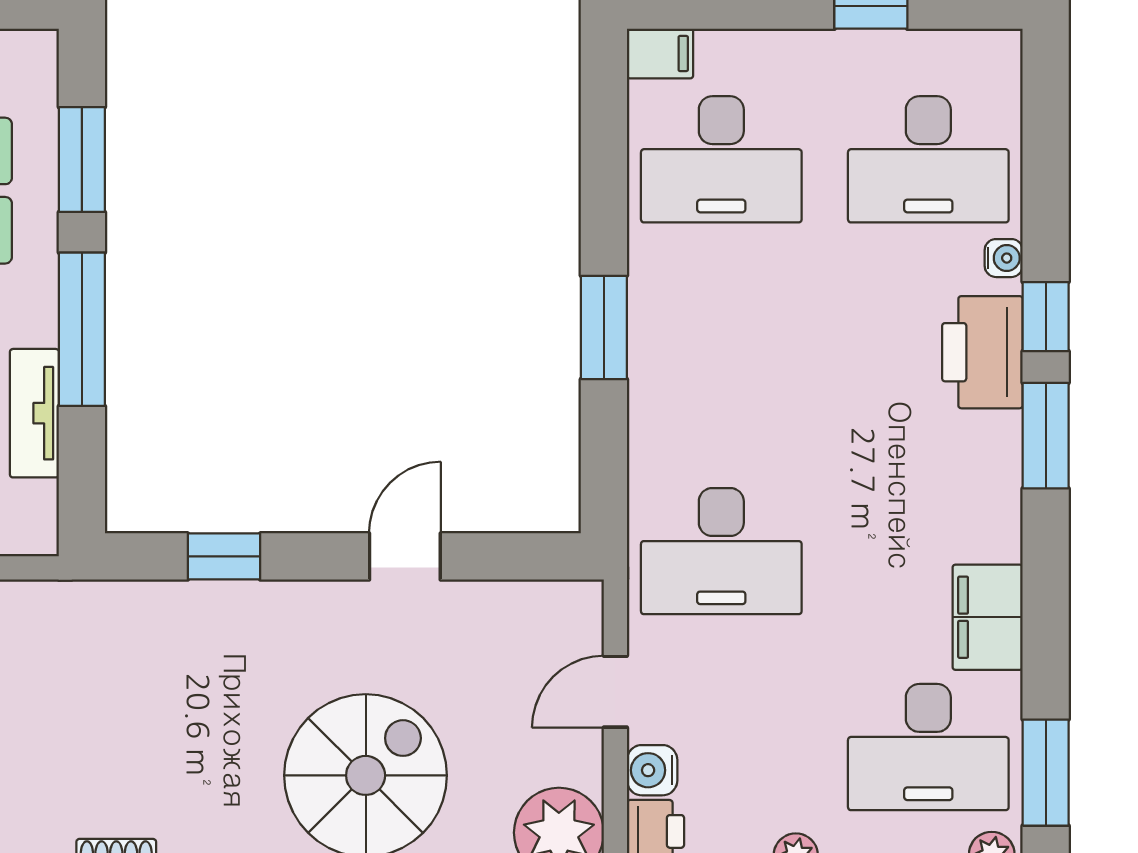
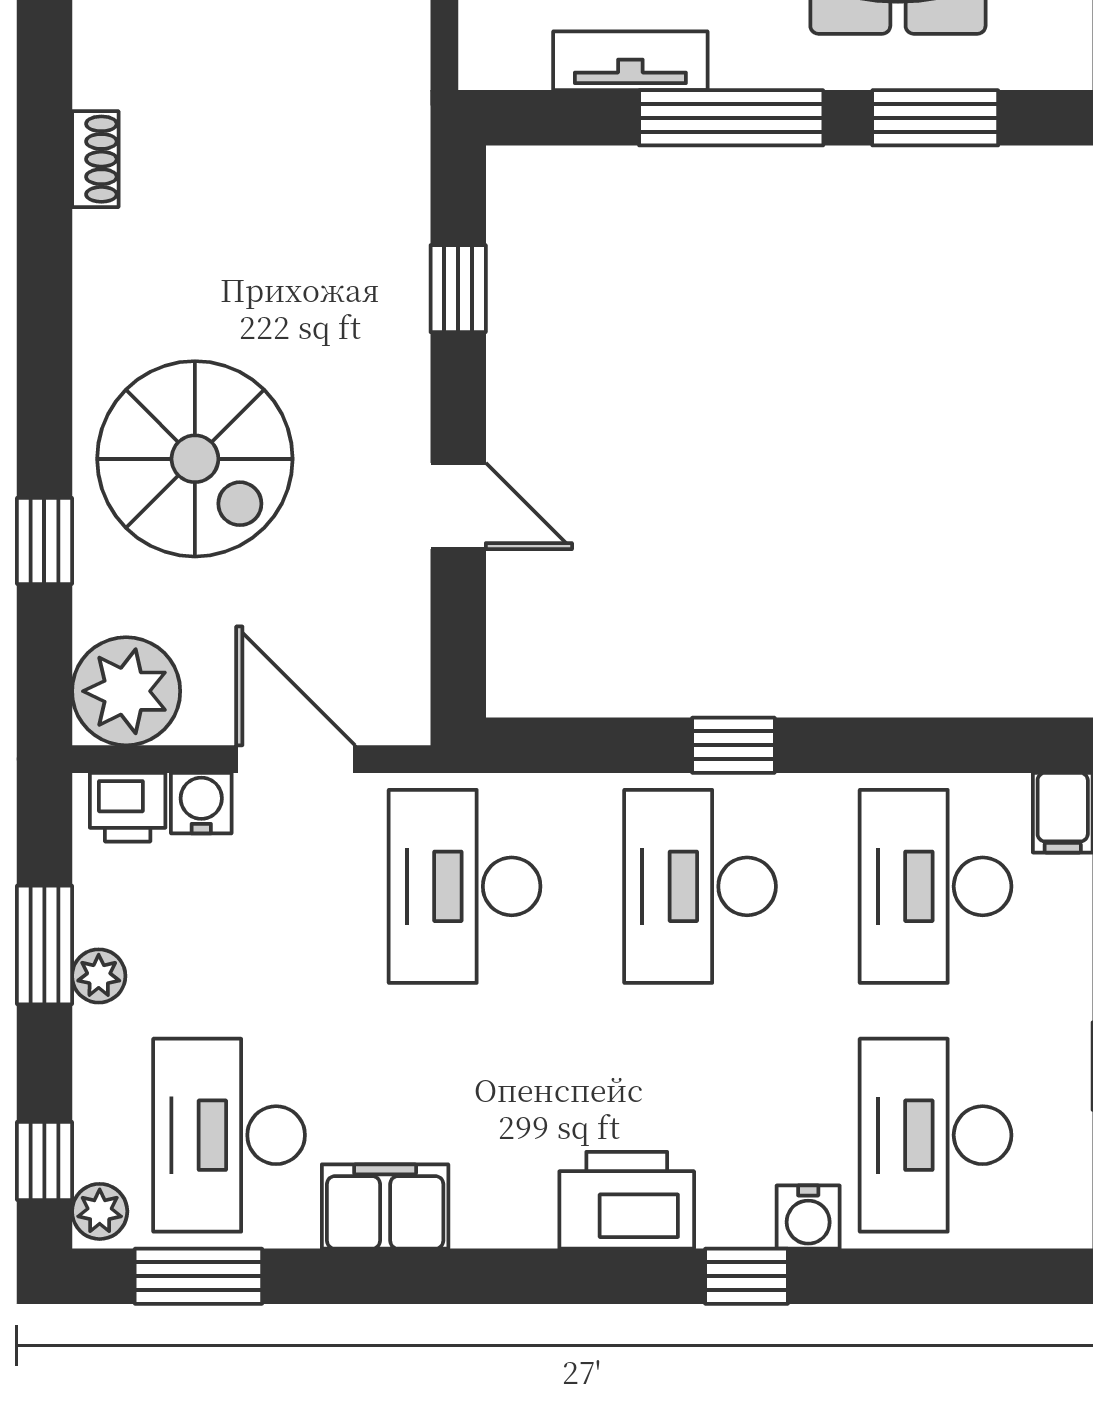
water cooler: (1004, 258) -> (808, 1217), width x1.38, depth x1.38
window: (604, 327) -> (733, 745), width x0.67
printer: (982, 352) -> (627, 1200), moved
desk: (721, 355) -> (700, 886), added
window: (1046, 436) -> (603, 1276), removed
door: (615, 692) -> (296, 759), width x1.38

